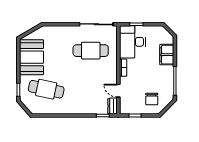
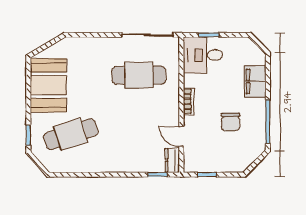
desk: (133, 42) -> (203, 55), width x0.73
cafe table: (46, 89) -> (71, 134), turned -30
chair: (152, 99) -> (230, 122), moved

